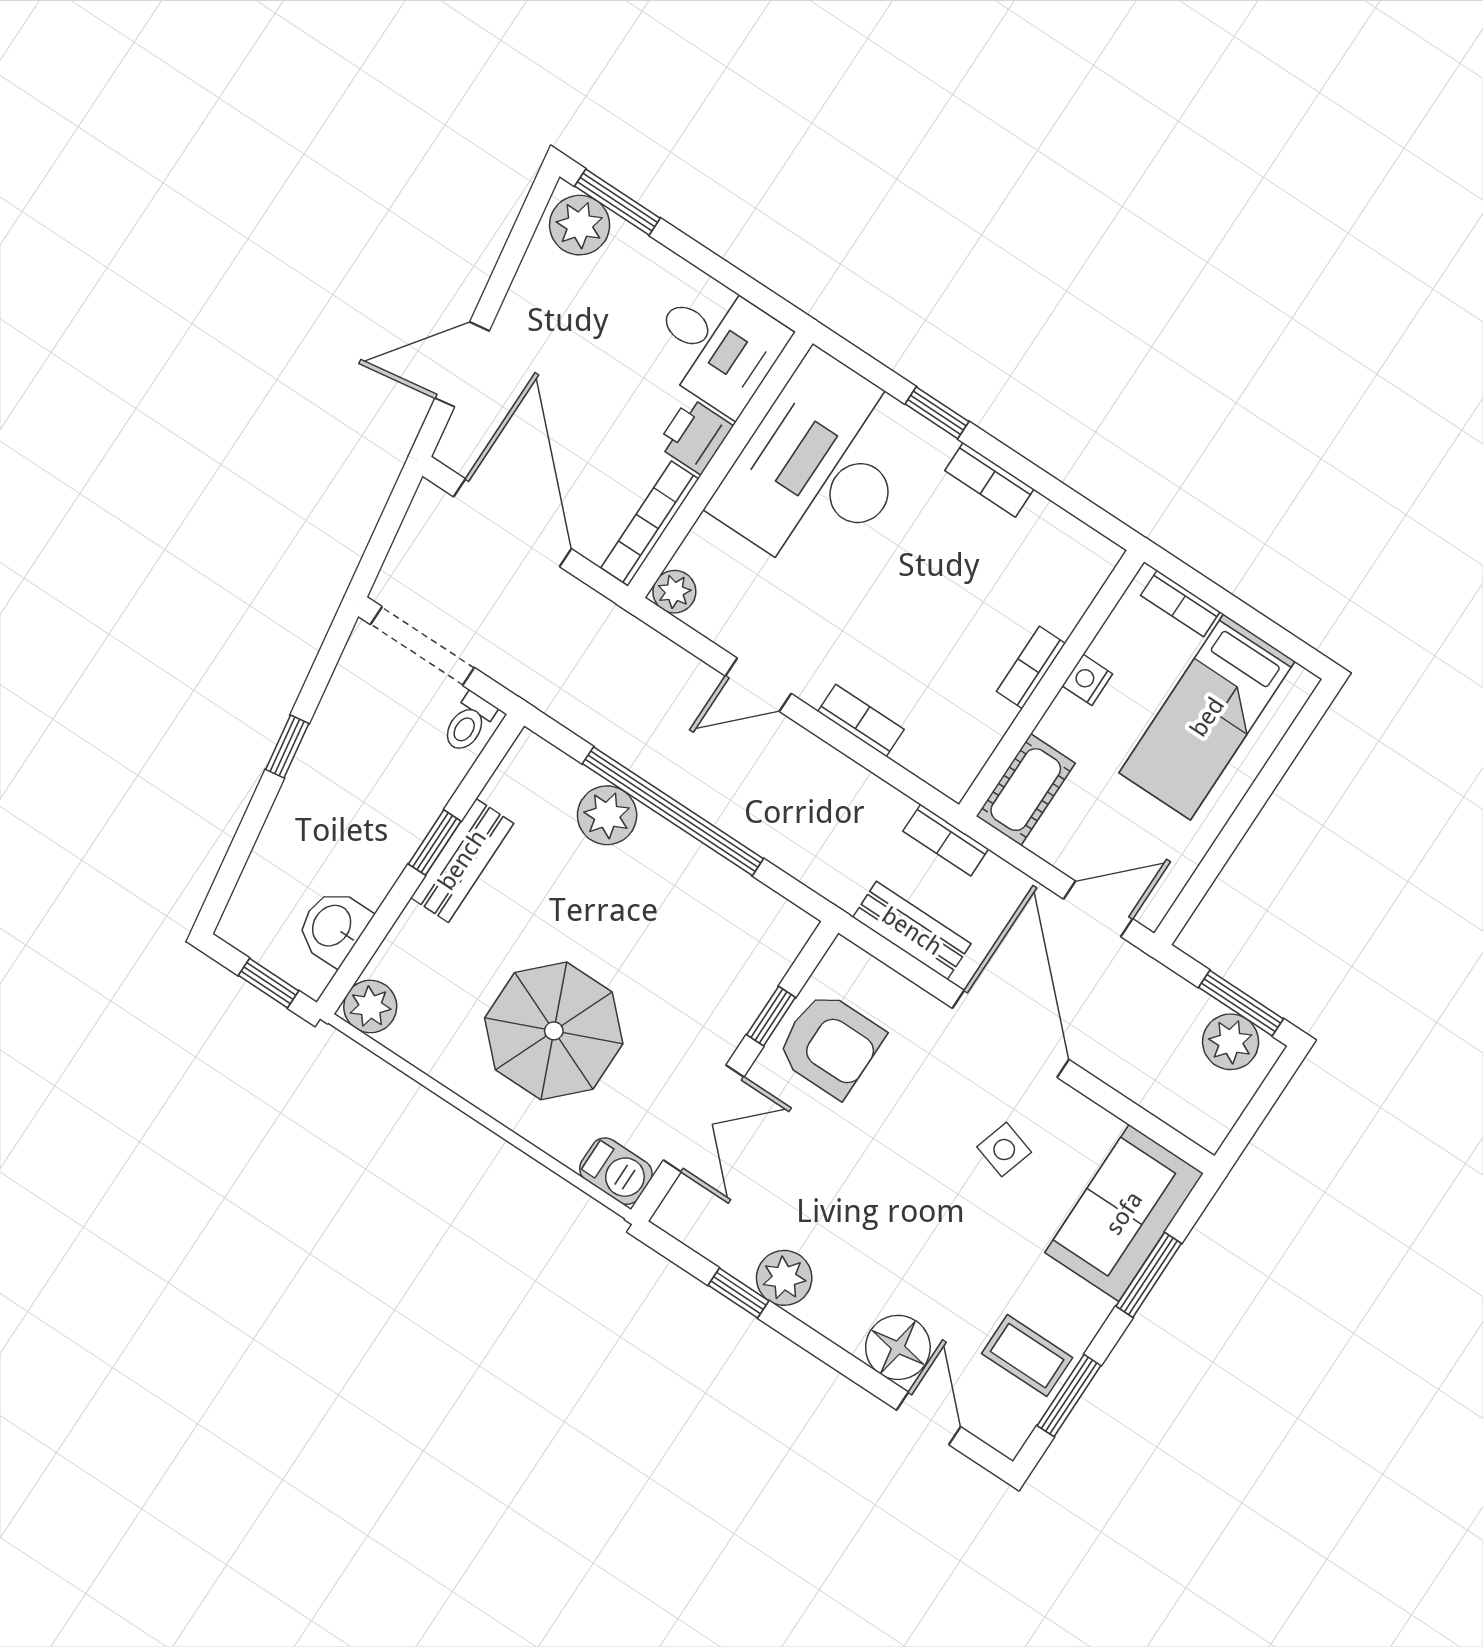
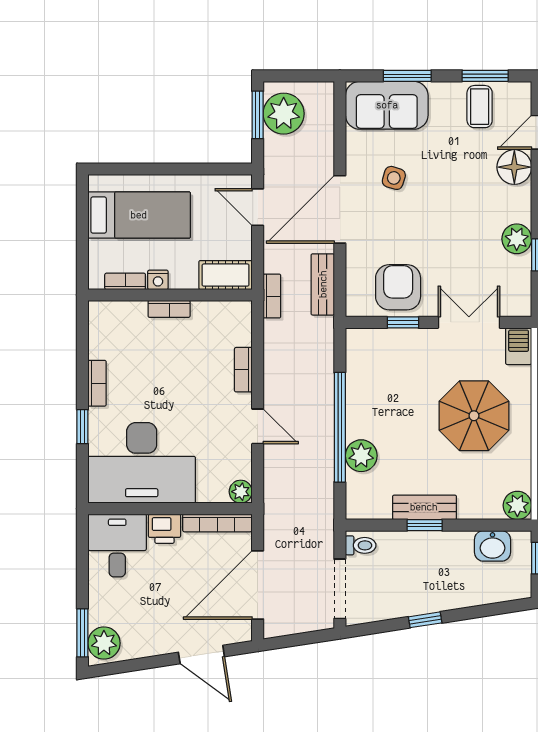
bookcase: (1180, 603) -> (125, 281), moved, turned -90
plant: (1231, 1042) -> (284, 114), width x1.36, depth x1.36

